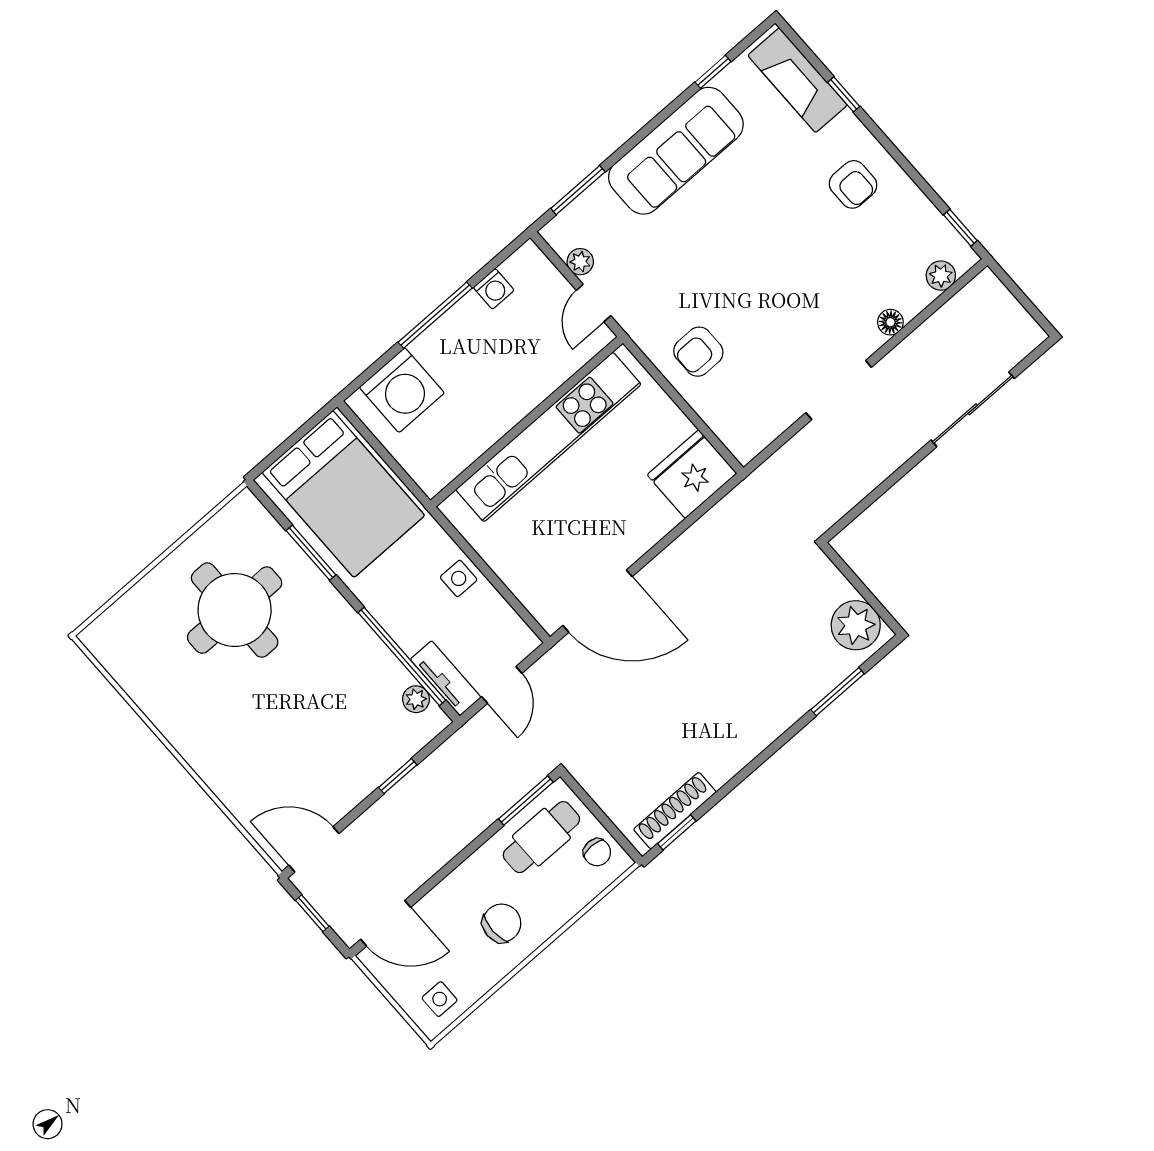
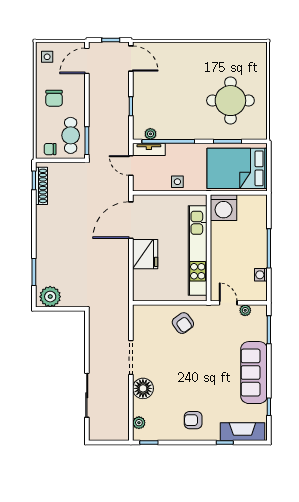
floor lamp: (890, 322) -> (143, 388), width x1.89, depth x1.89
armchair: (698, 352) -> (183, 323), turned 144
washing machine: (402, 390) -> (224, 208), moved, turned -90
fridge: (692, 474) -> (145, 254), moved
door: (314, 849) -> (131, 59), hinge flipped

